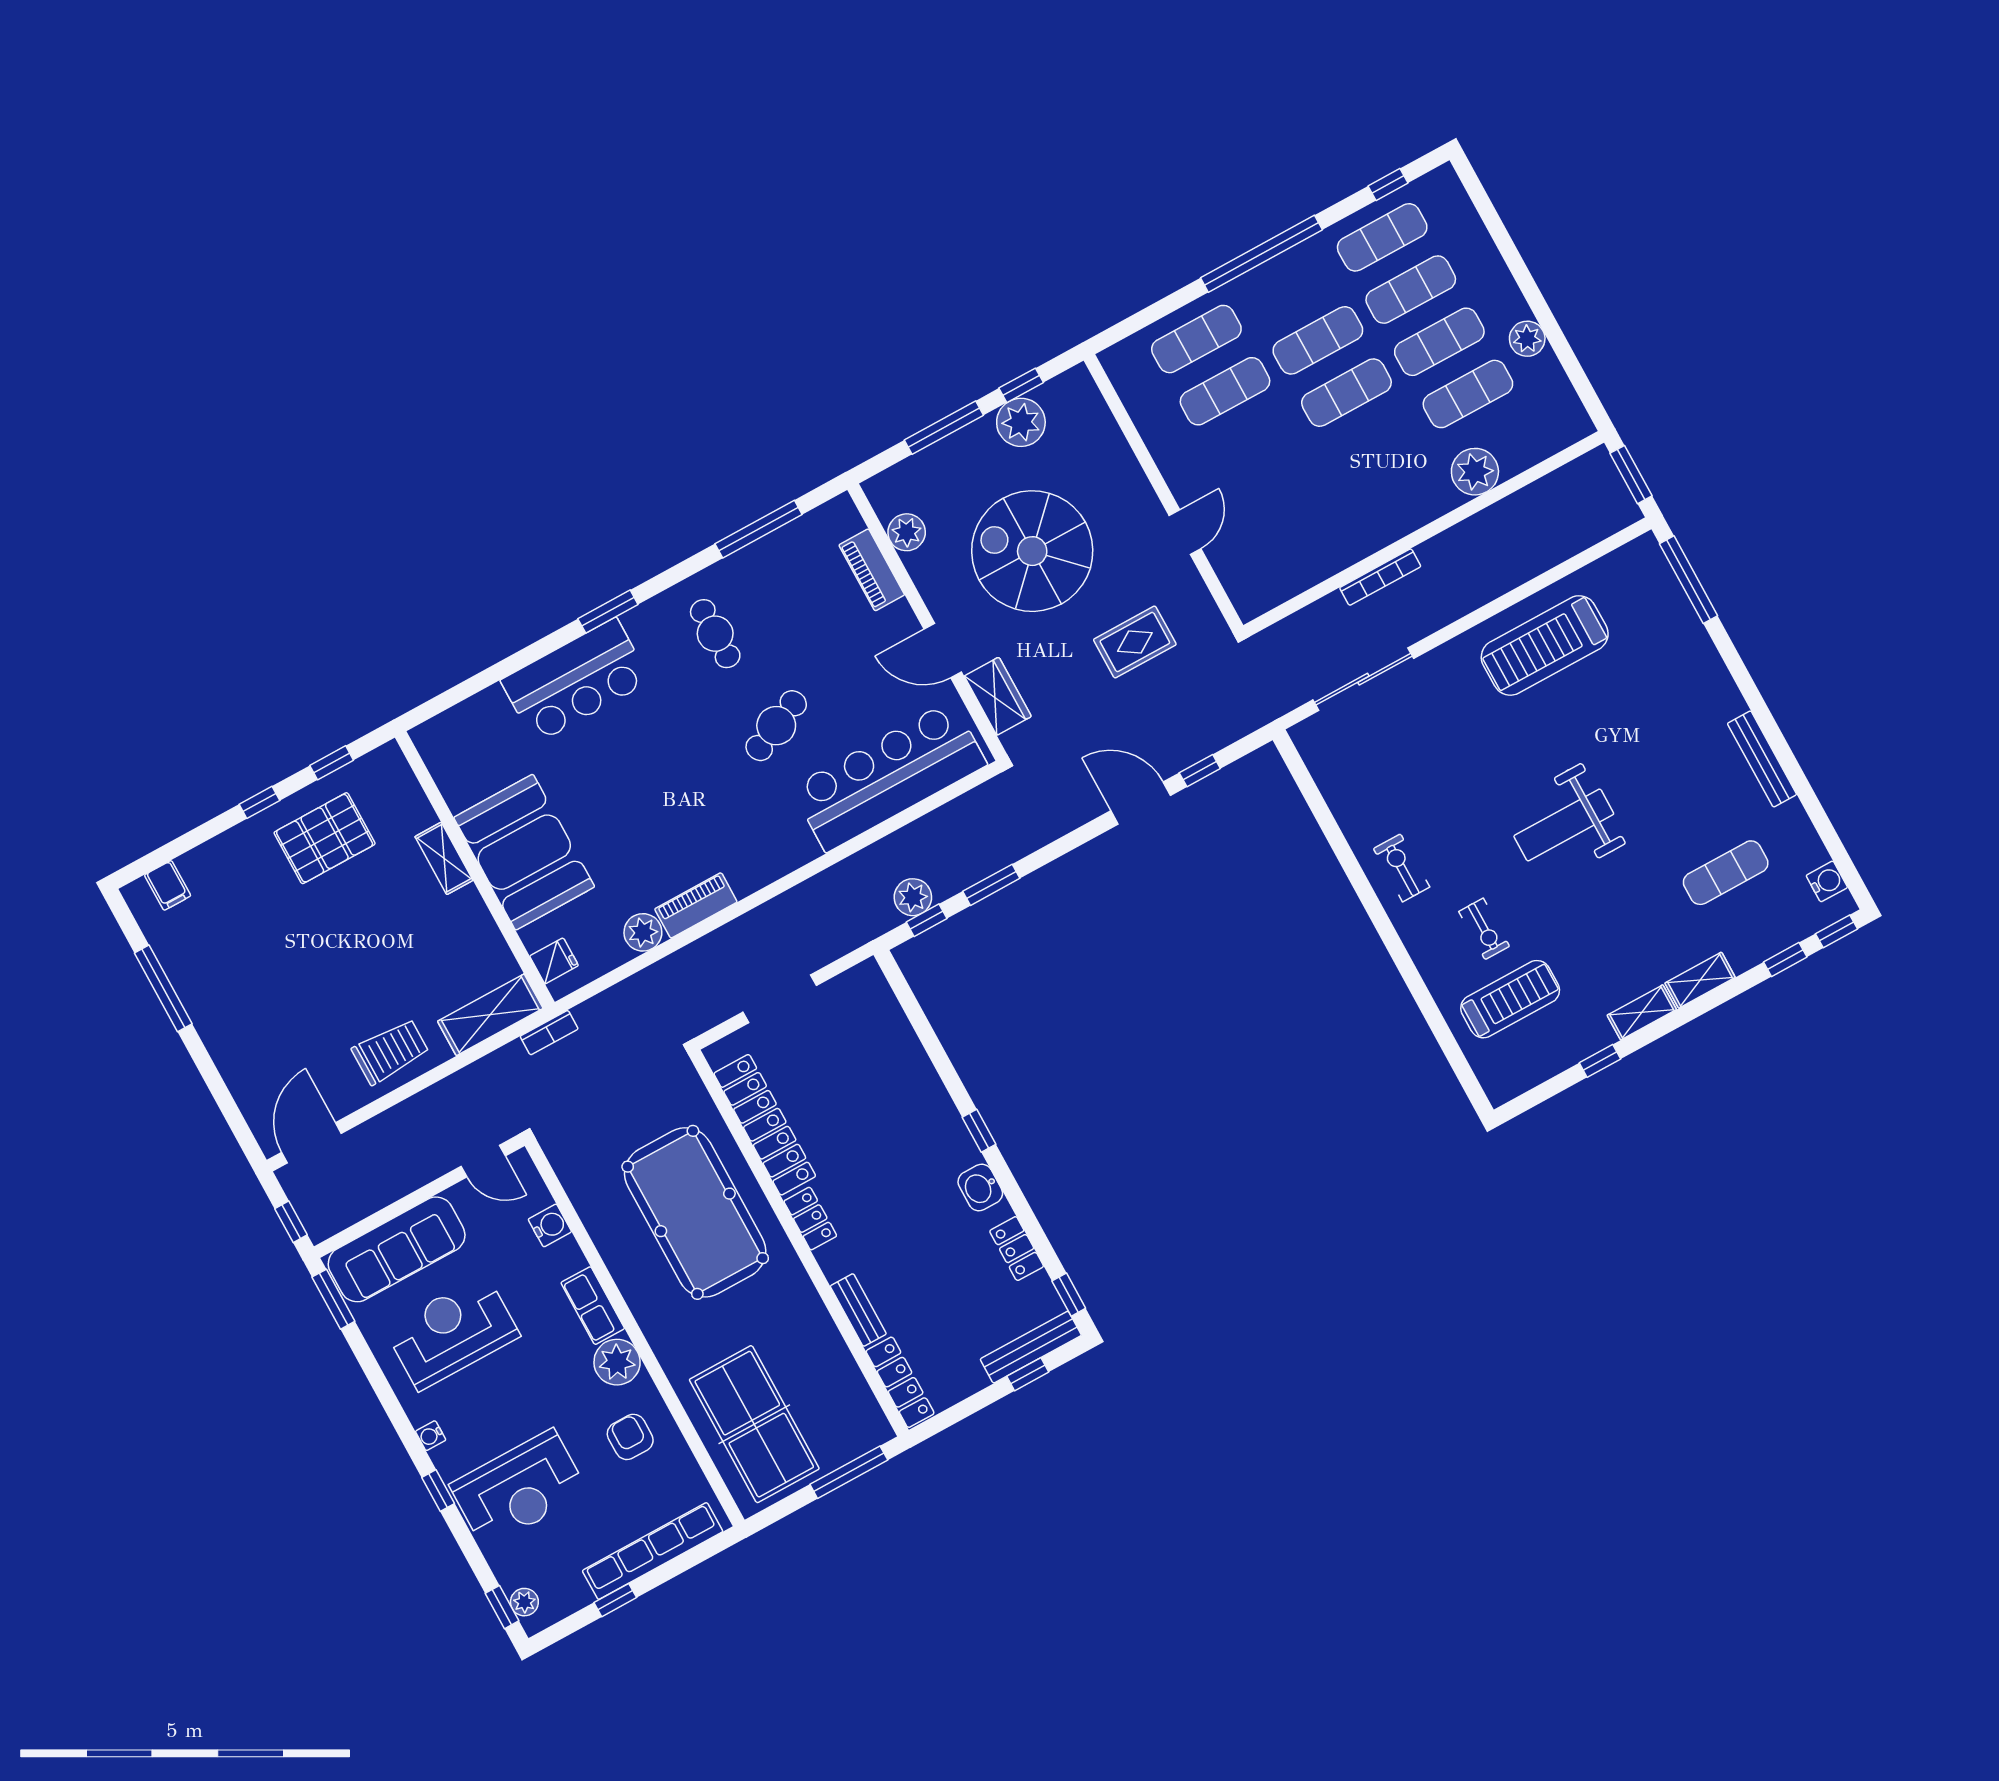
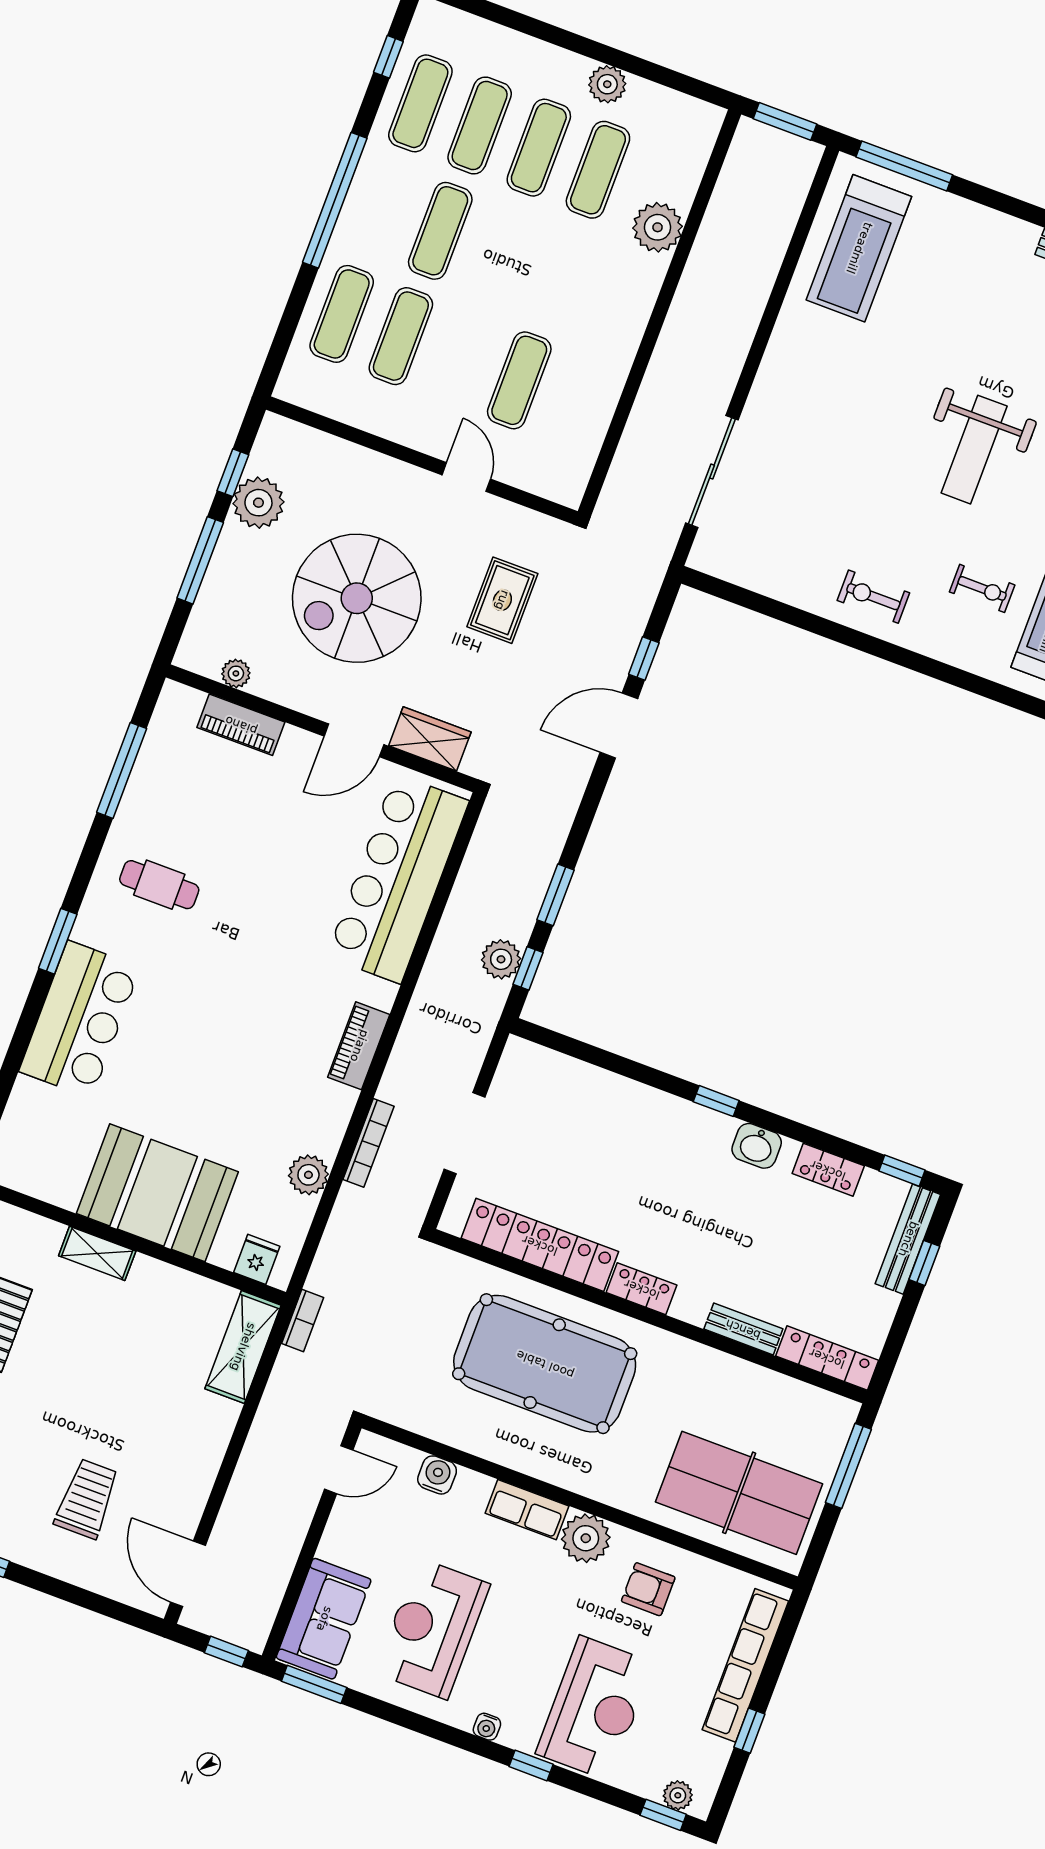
exercise mat: (1346, 393) -> (519, 380), moved
plant: (907, 532) -> (236, 673), width x0.73, depth x0.73
bookcase: (1380, 577) -> (368, 1143), moved
treadmill: (1545, 645) -> (859, 248), moved
cafe table: (776, 726) -> (272, 916), removed
piano: (696, 905) -> (359, 1046), moved
trolley: (390, 1051) -> (87, 1499), moved
sofa: (397, 1249) -> (324, 1619), width x0.73

